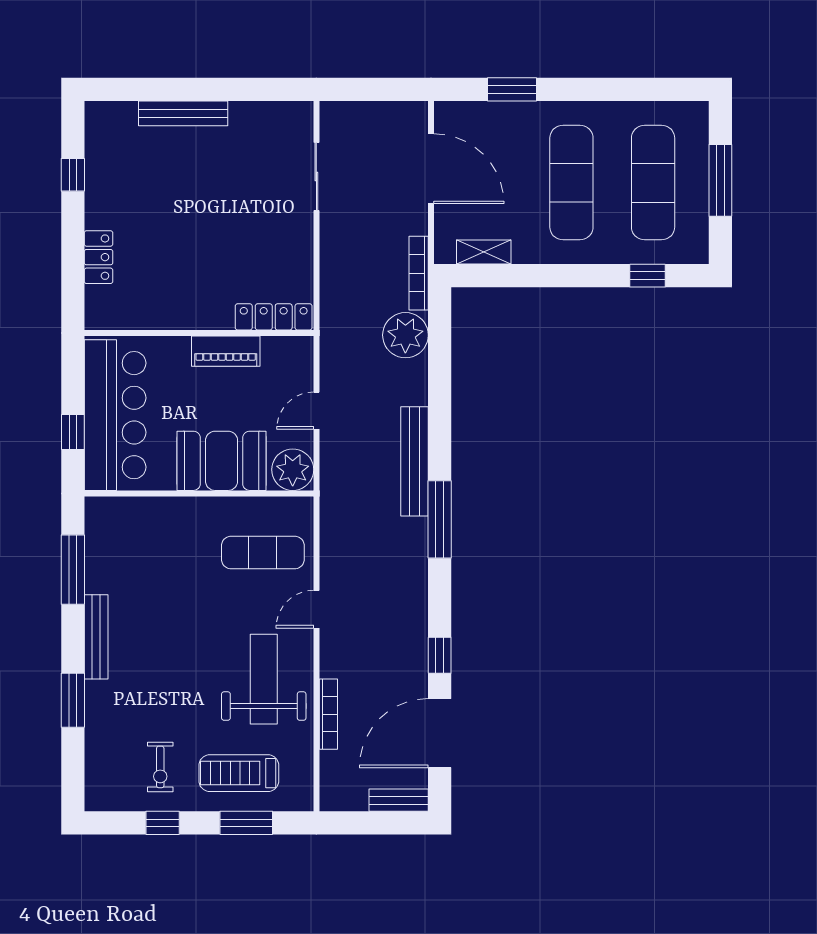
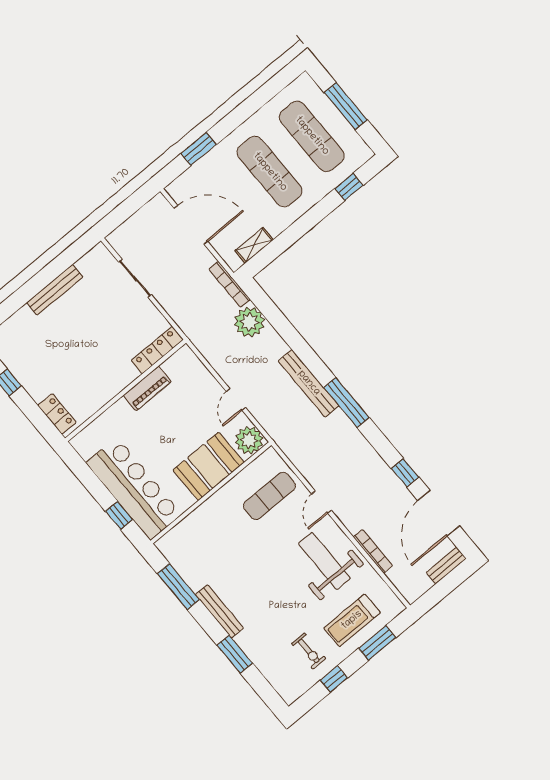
bench: (183, 113) -> (55, 290), moved
locker: (274, 317) -> (157, 350), moved
wall: (199, 333) -> (126, 391), moved
piano: (226, 351) -> (147, 388), moved

